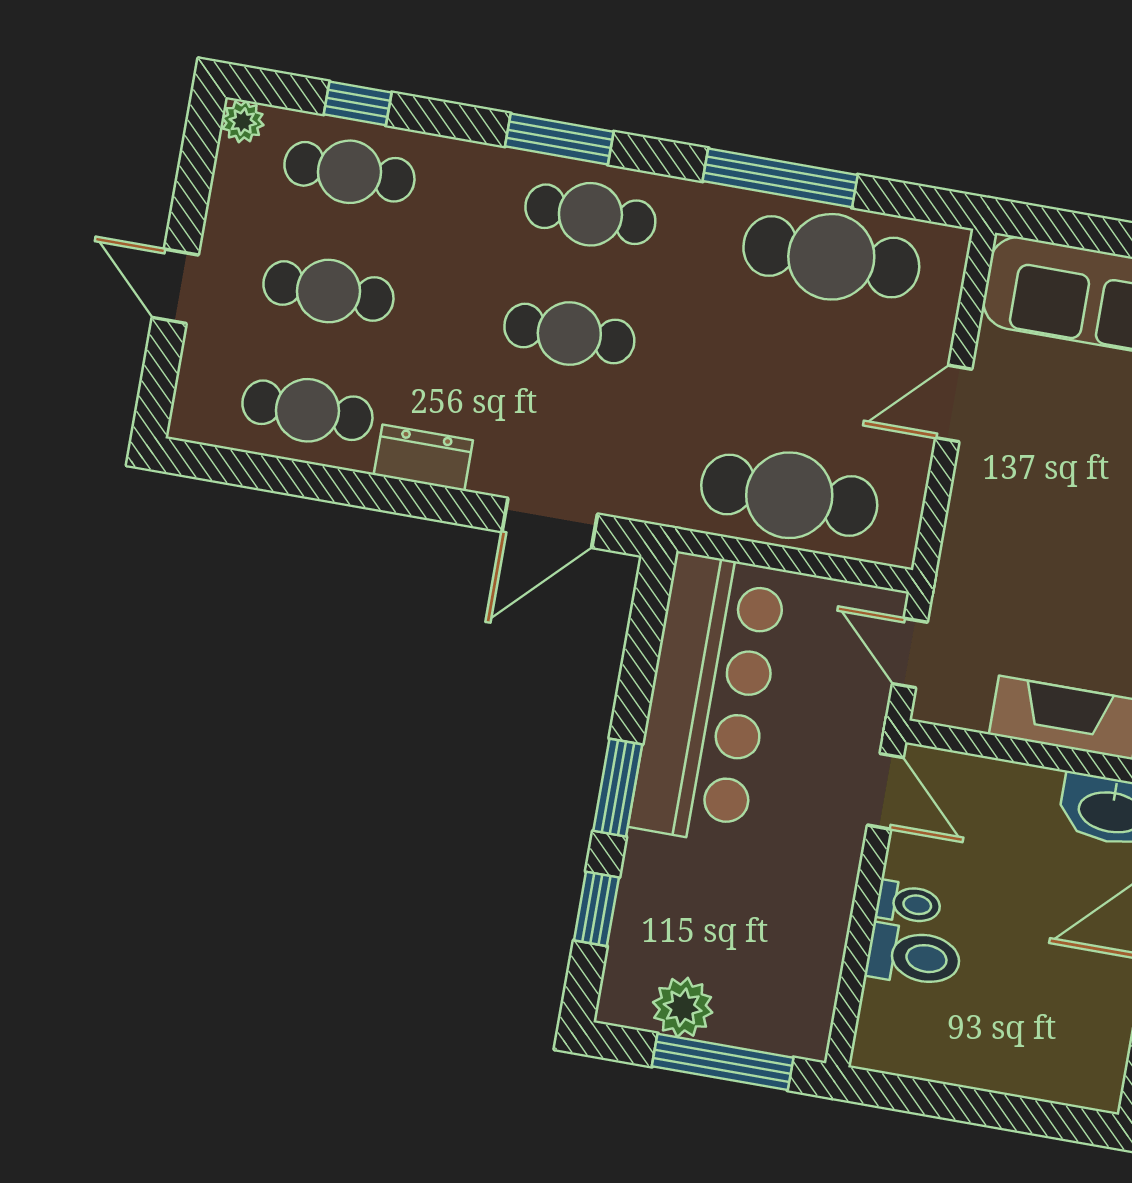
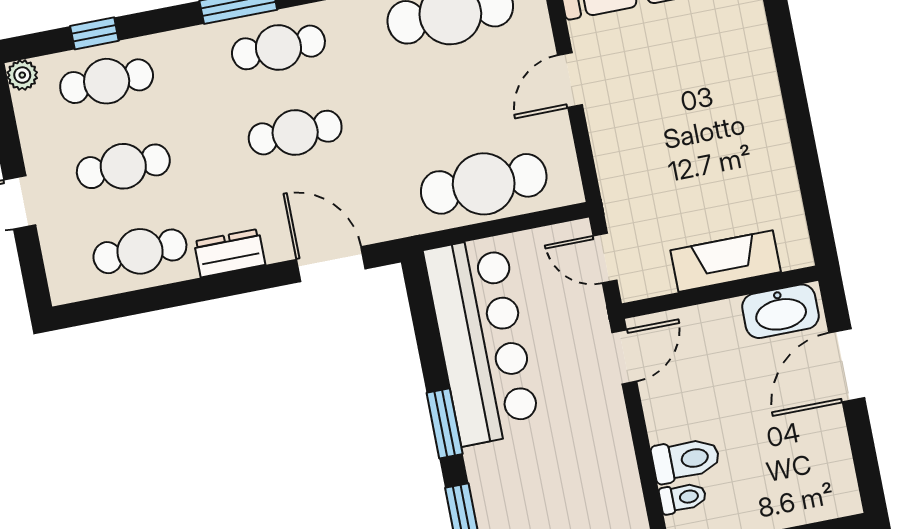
door: (550, 523) -> (331, 264), swing flipped
door: (885, 791) -> (624, 357), hinge flipped
toilet: (909, 903) -> (683, 498), moved

